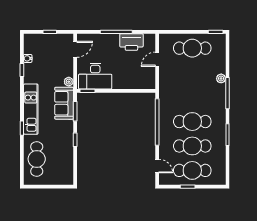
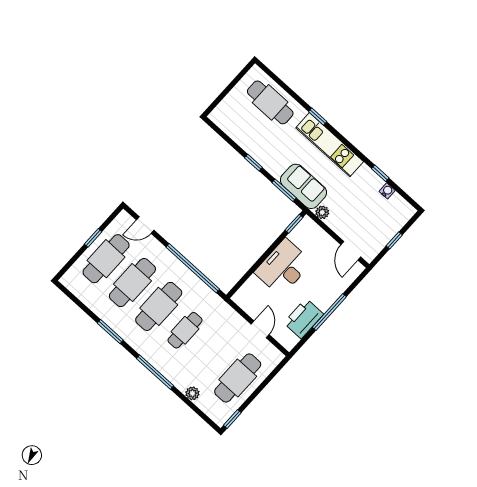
desk: (95, 76) -> (283, 267), moved
plant: (221, 78) -> (192, 393), moved
cafe table: (192, 97) -> (185, 330), added

